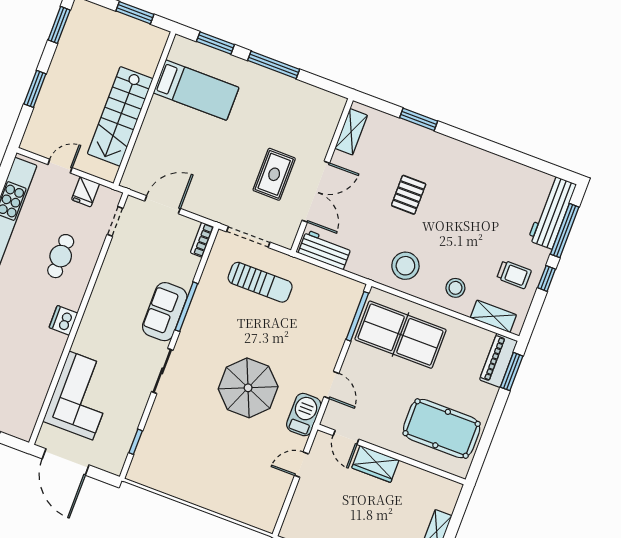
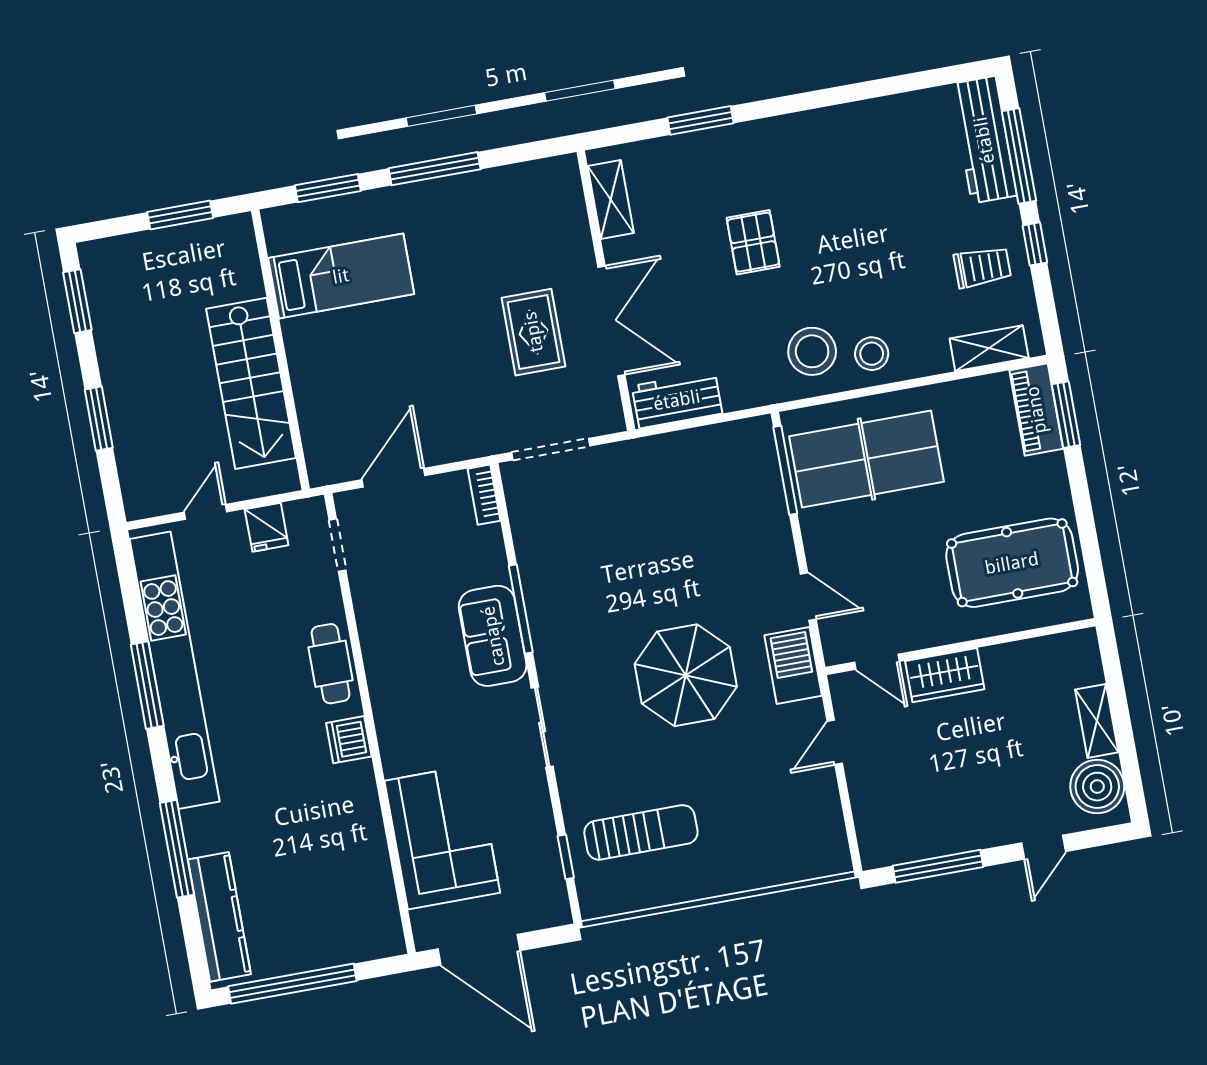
cafe table: (61, 256) -> (331, 664), moved
sun lounger: (260, 282) -> (641, 832), moved
stool: (455, 288) -> (872, 354), moved

